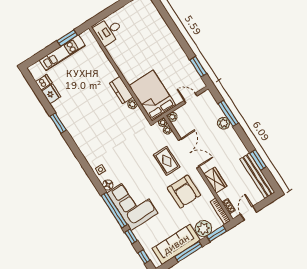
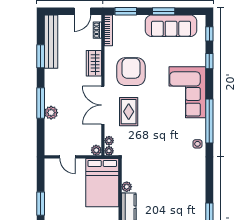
window: (198, 67) -> (41, 204), moved
window: (228, 113) -> (41, 103), moved
floor lamp: (108, 185) -> (200, 125), removed
window: (114, 210) -> (209, 121), moved
plant: (203, 229) -> (135, 24), removed
window: (189, 252) -> (164, 11), width x0.69

